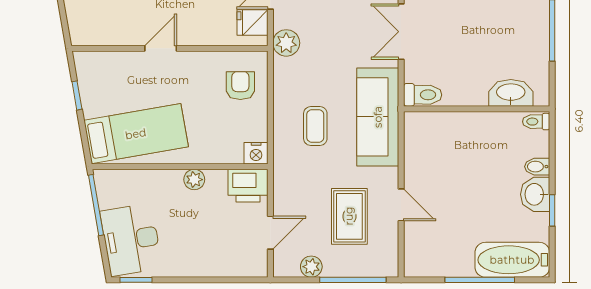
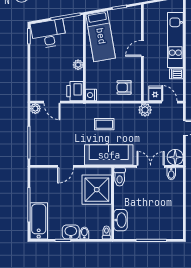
door: (161, 48) -> (142, 48), swing flipped
armchair: (240, 86) -> (124, 87), turned 180
shower: (449, 141) -> (97, 190), added
rug: (349, 216) -> (60, 141), removed
plant: (311, 267) -> (35, 109), moved

